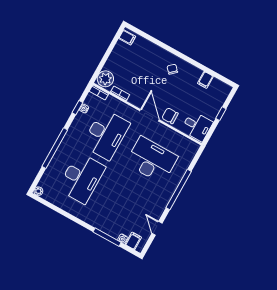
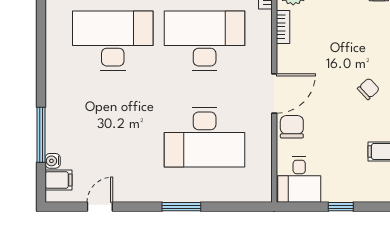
desk: (106, 134) -> (205, 41), turned 180
desk: (152, 160) -> (205, 137), turned 90
desk: (81, 178) -> (113, 41), turned 180
window: (179, 190) -> (181, 207), width x0.47

